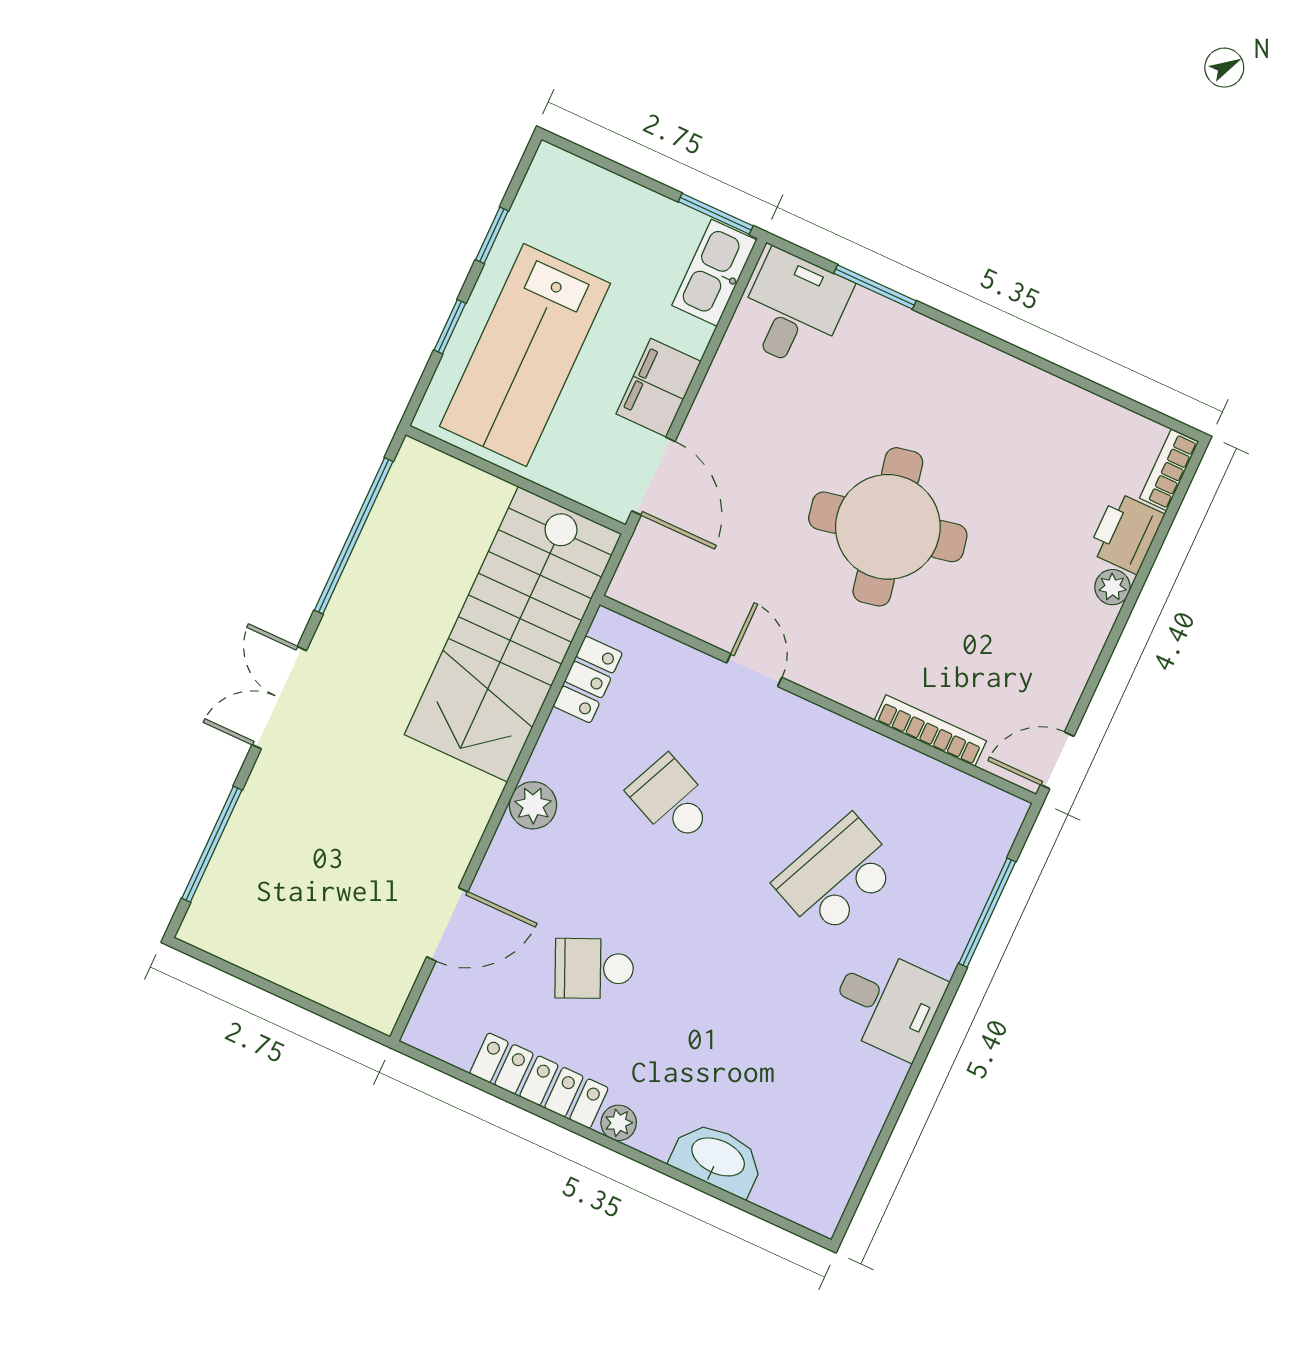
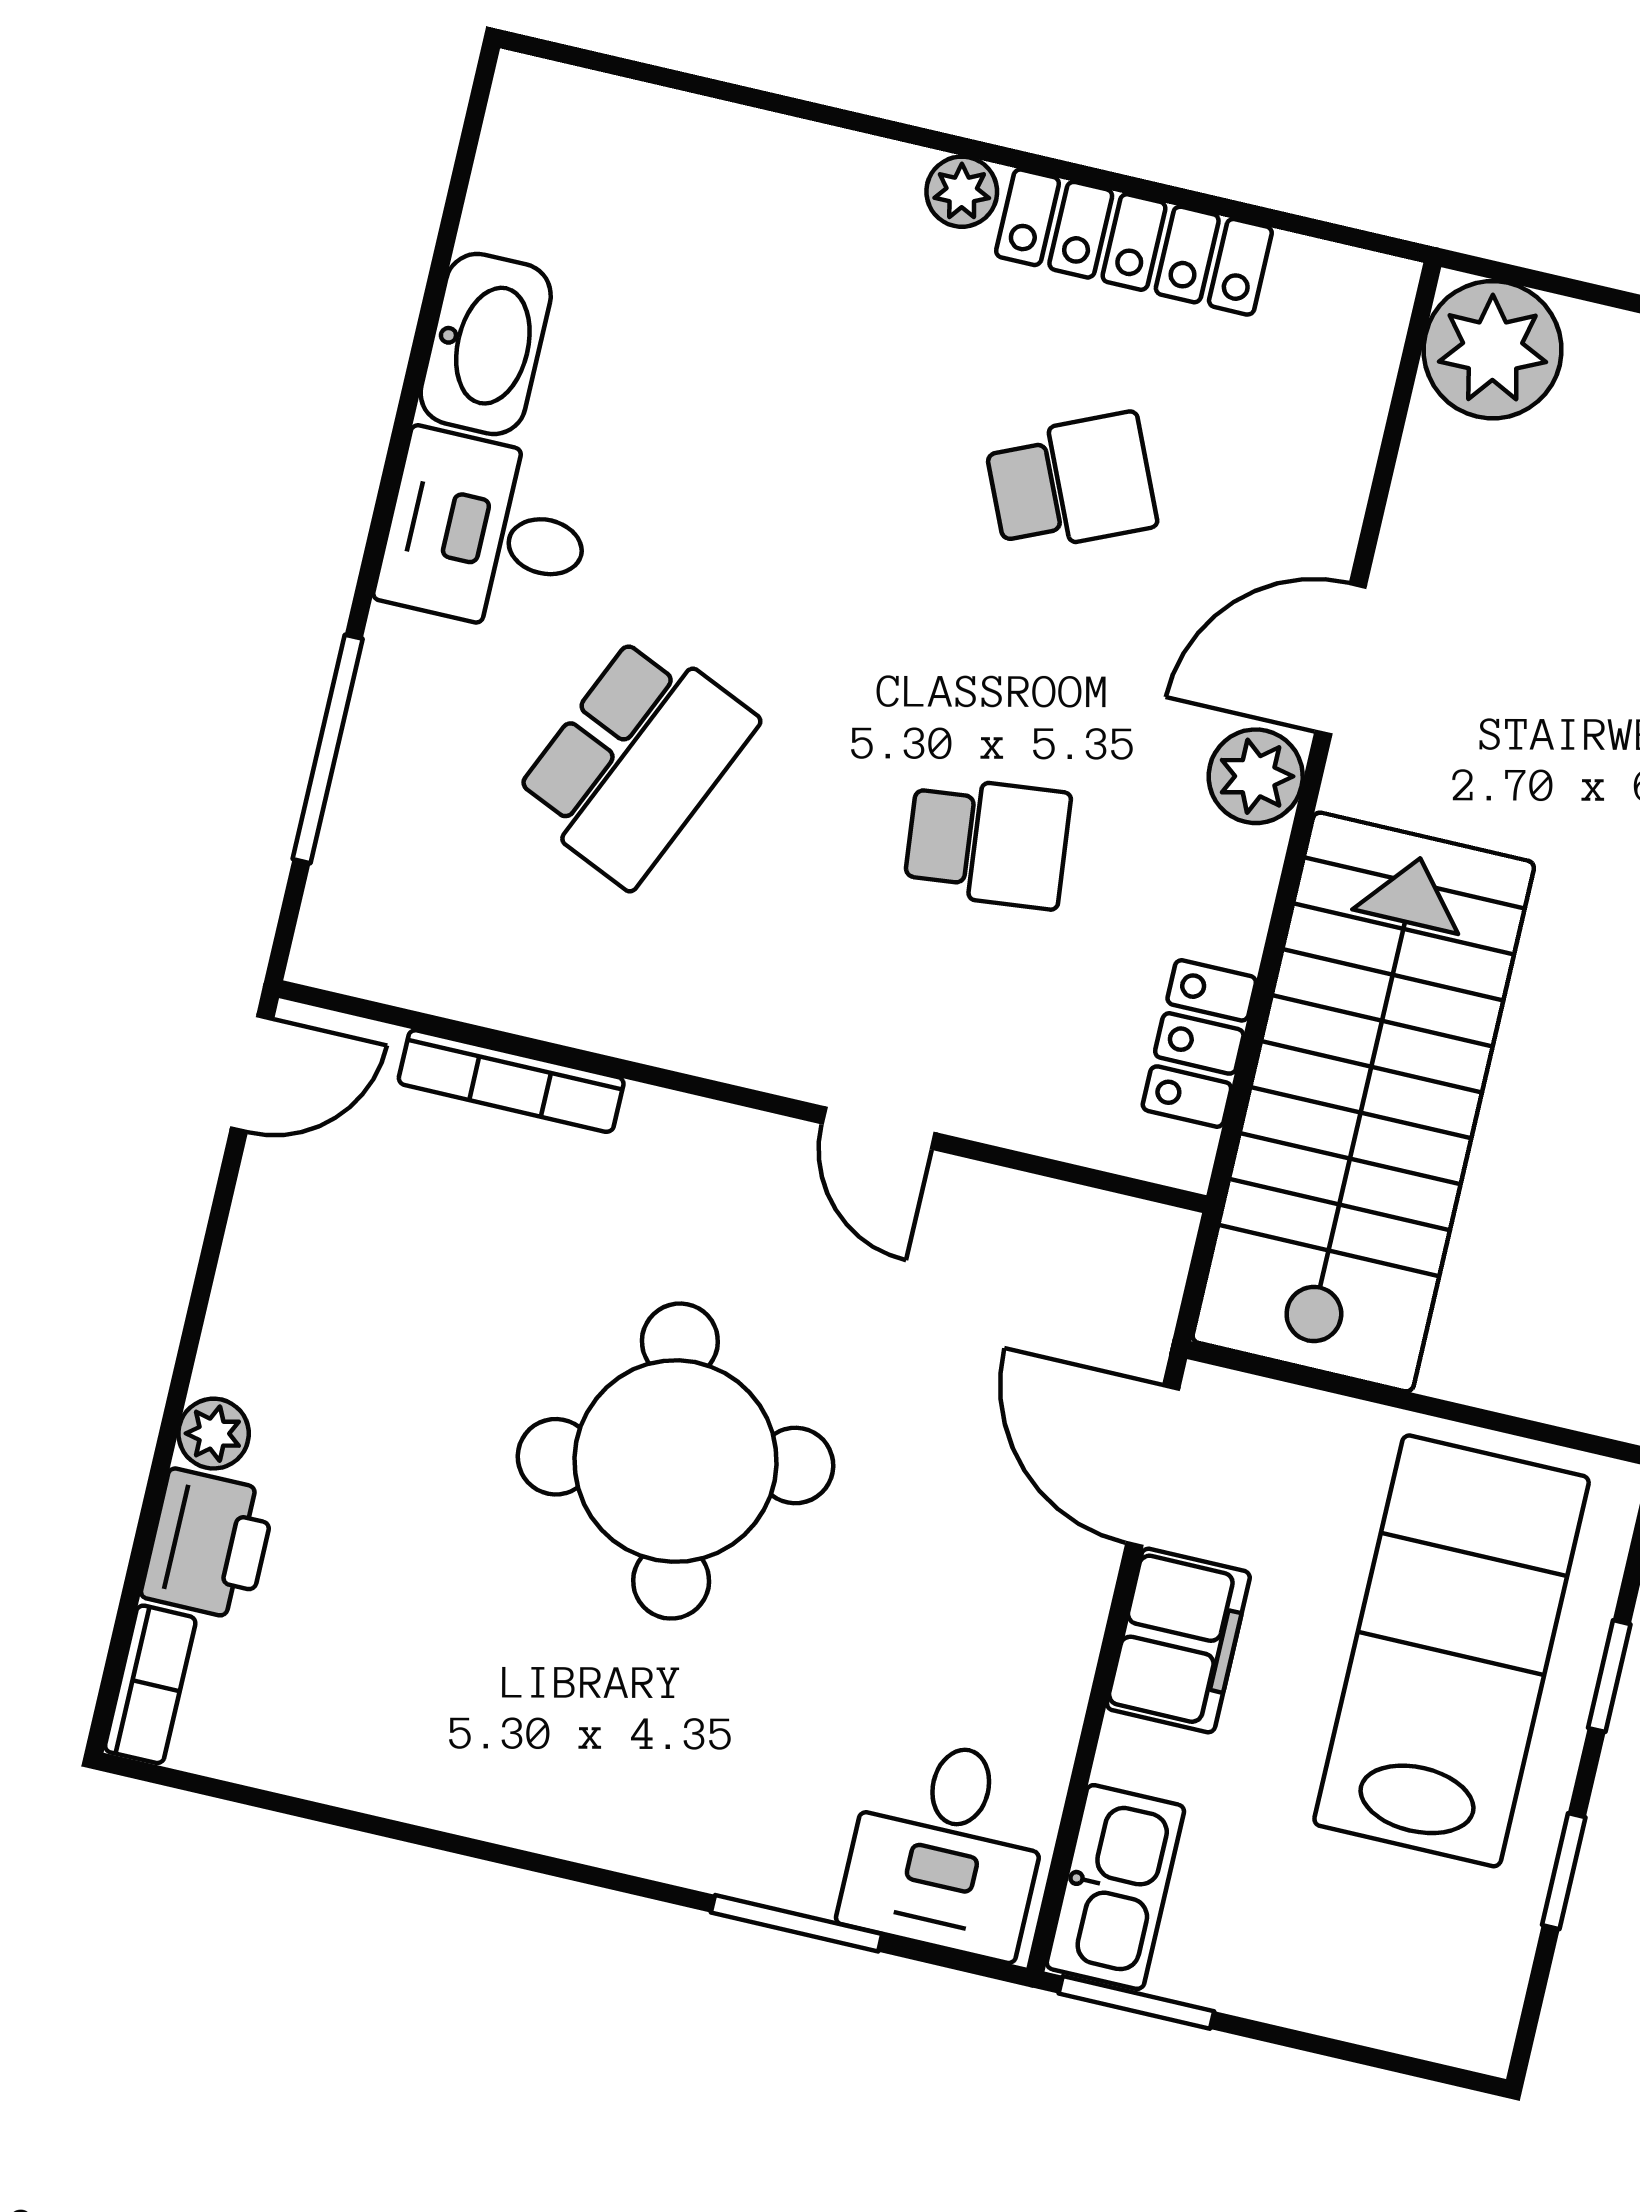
school desk: (672, 800) -> (987, 842), turned -30
door: (447, 924) -> (1340, 659), moved
plant: (373, 991) -> (1493, 350), added
washbasin: (717, 1158) -> (486, 344), moved, turned -90

